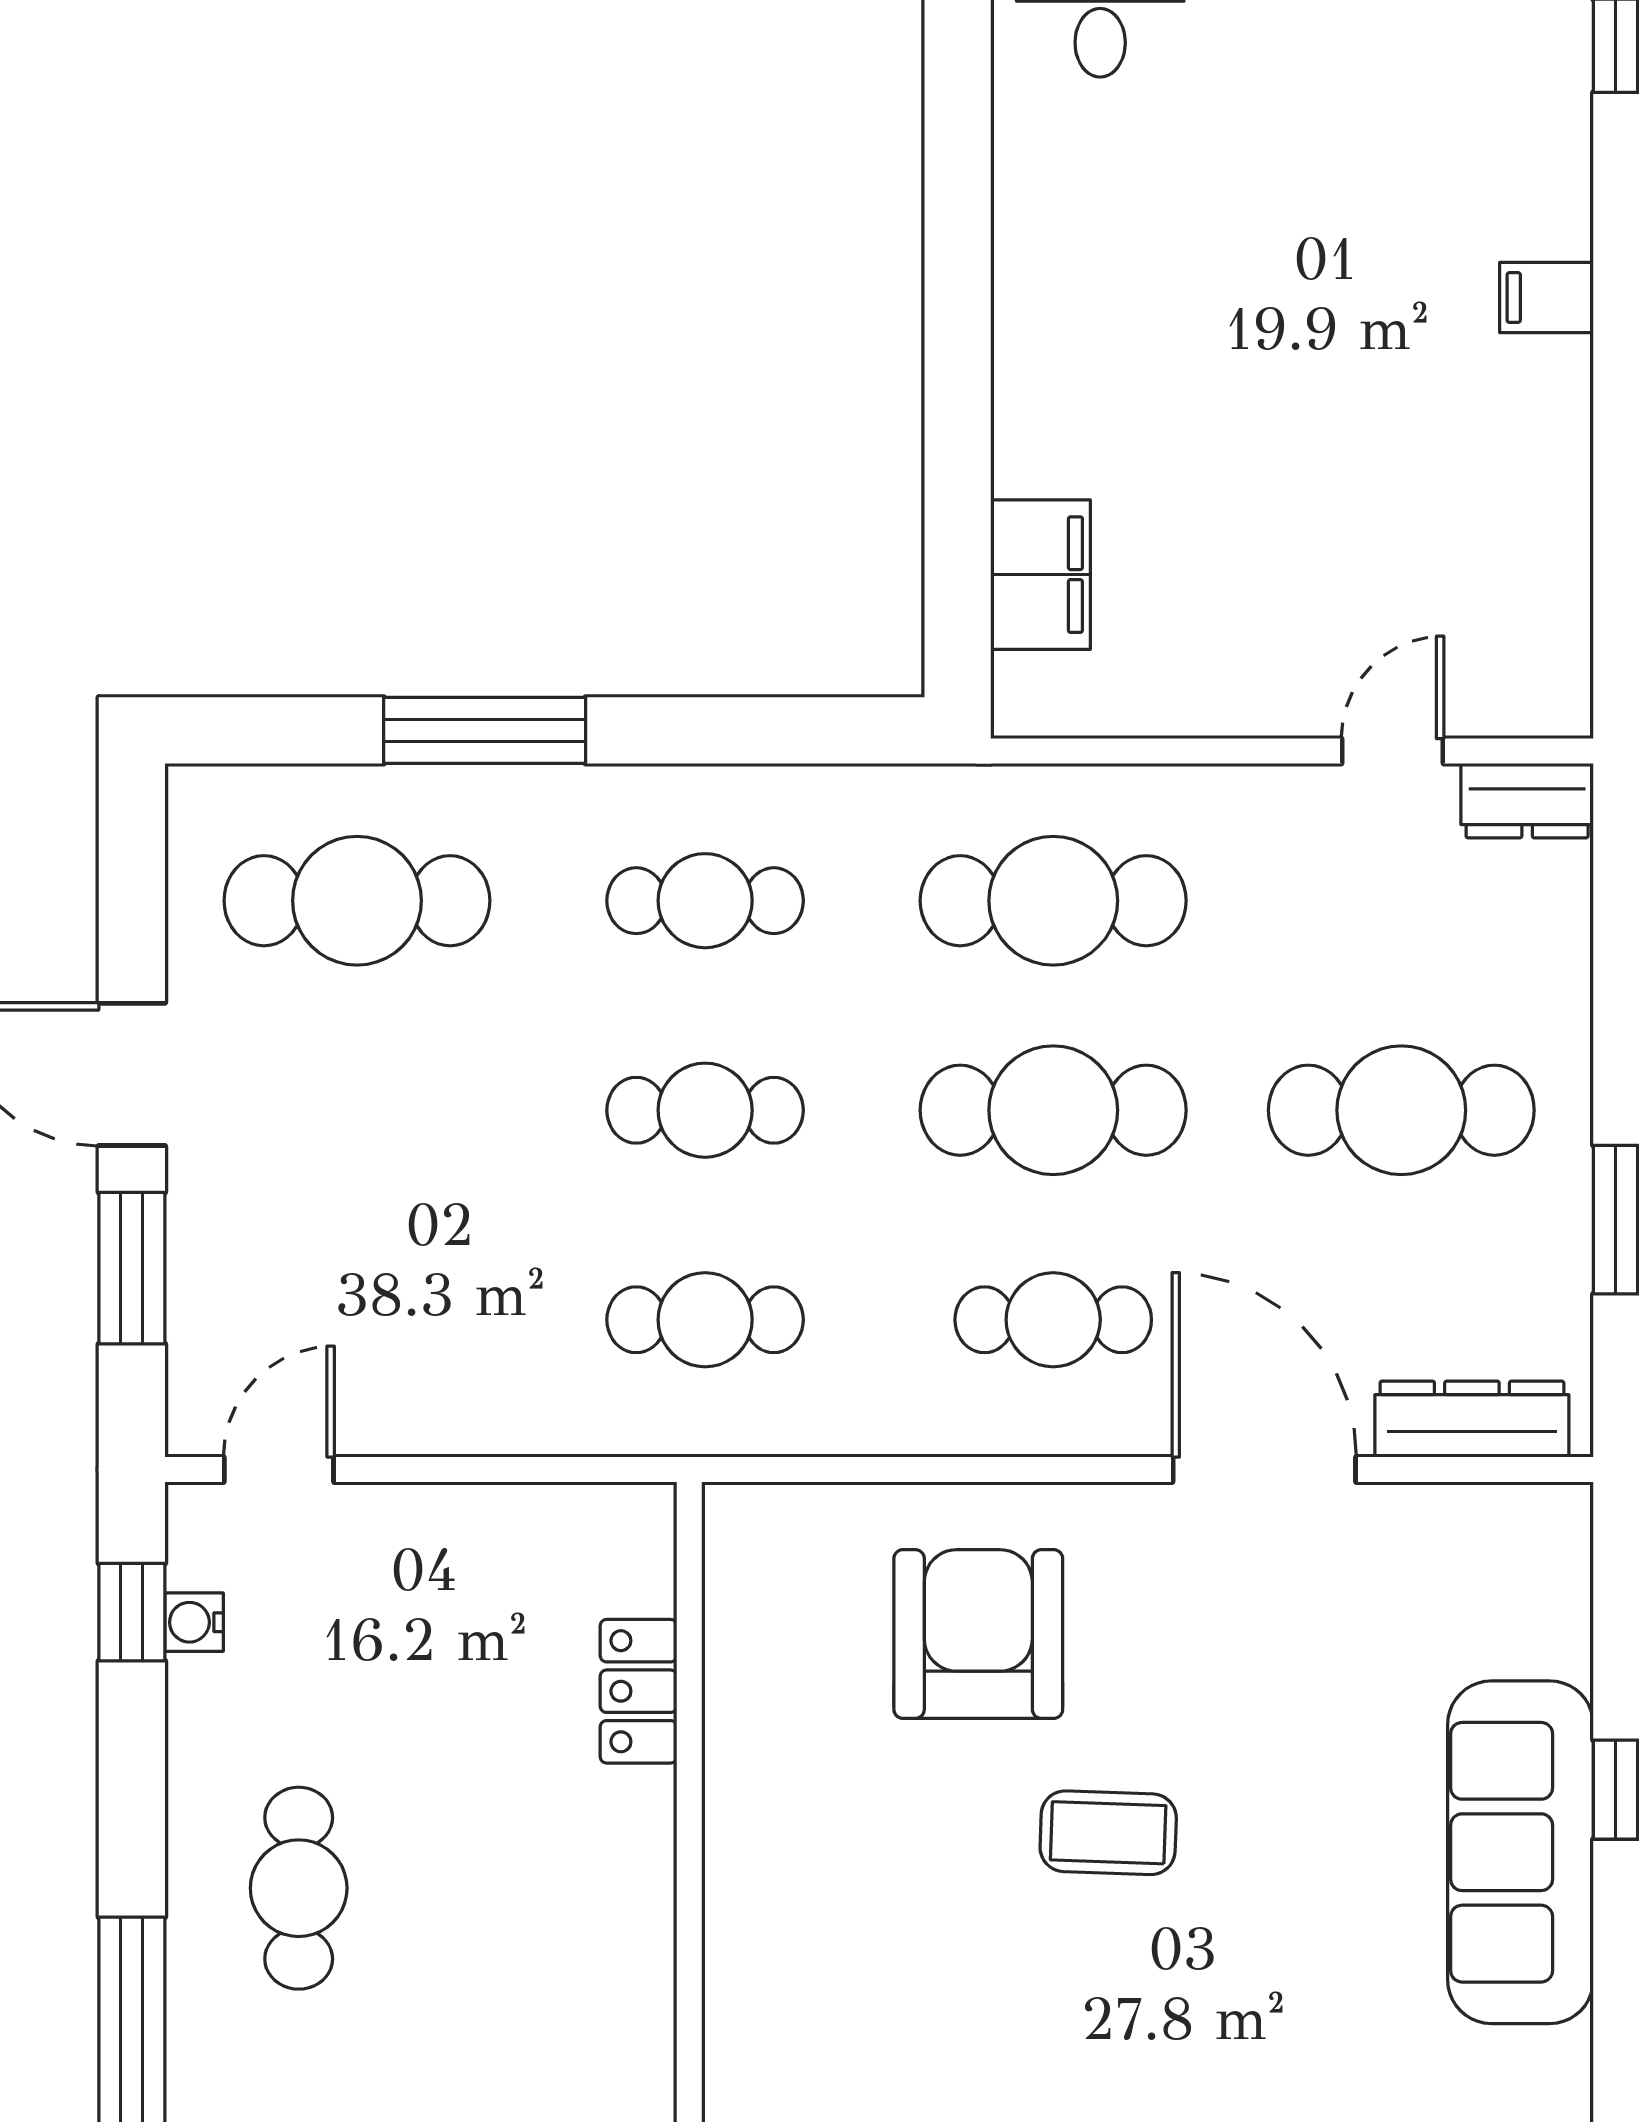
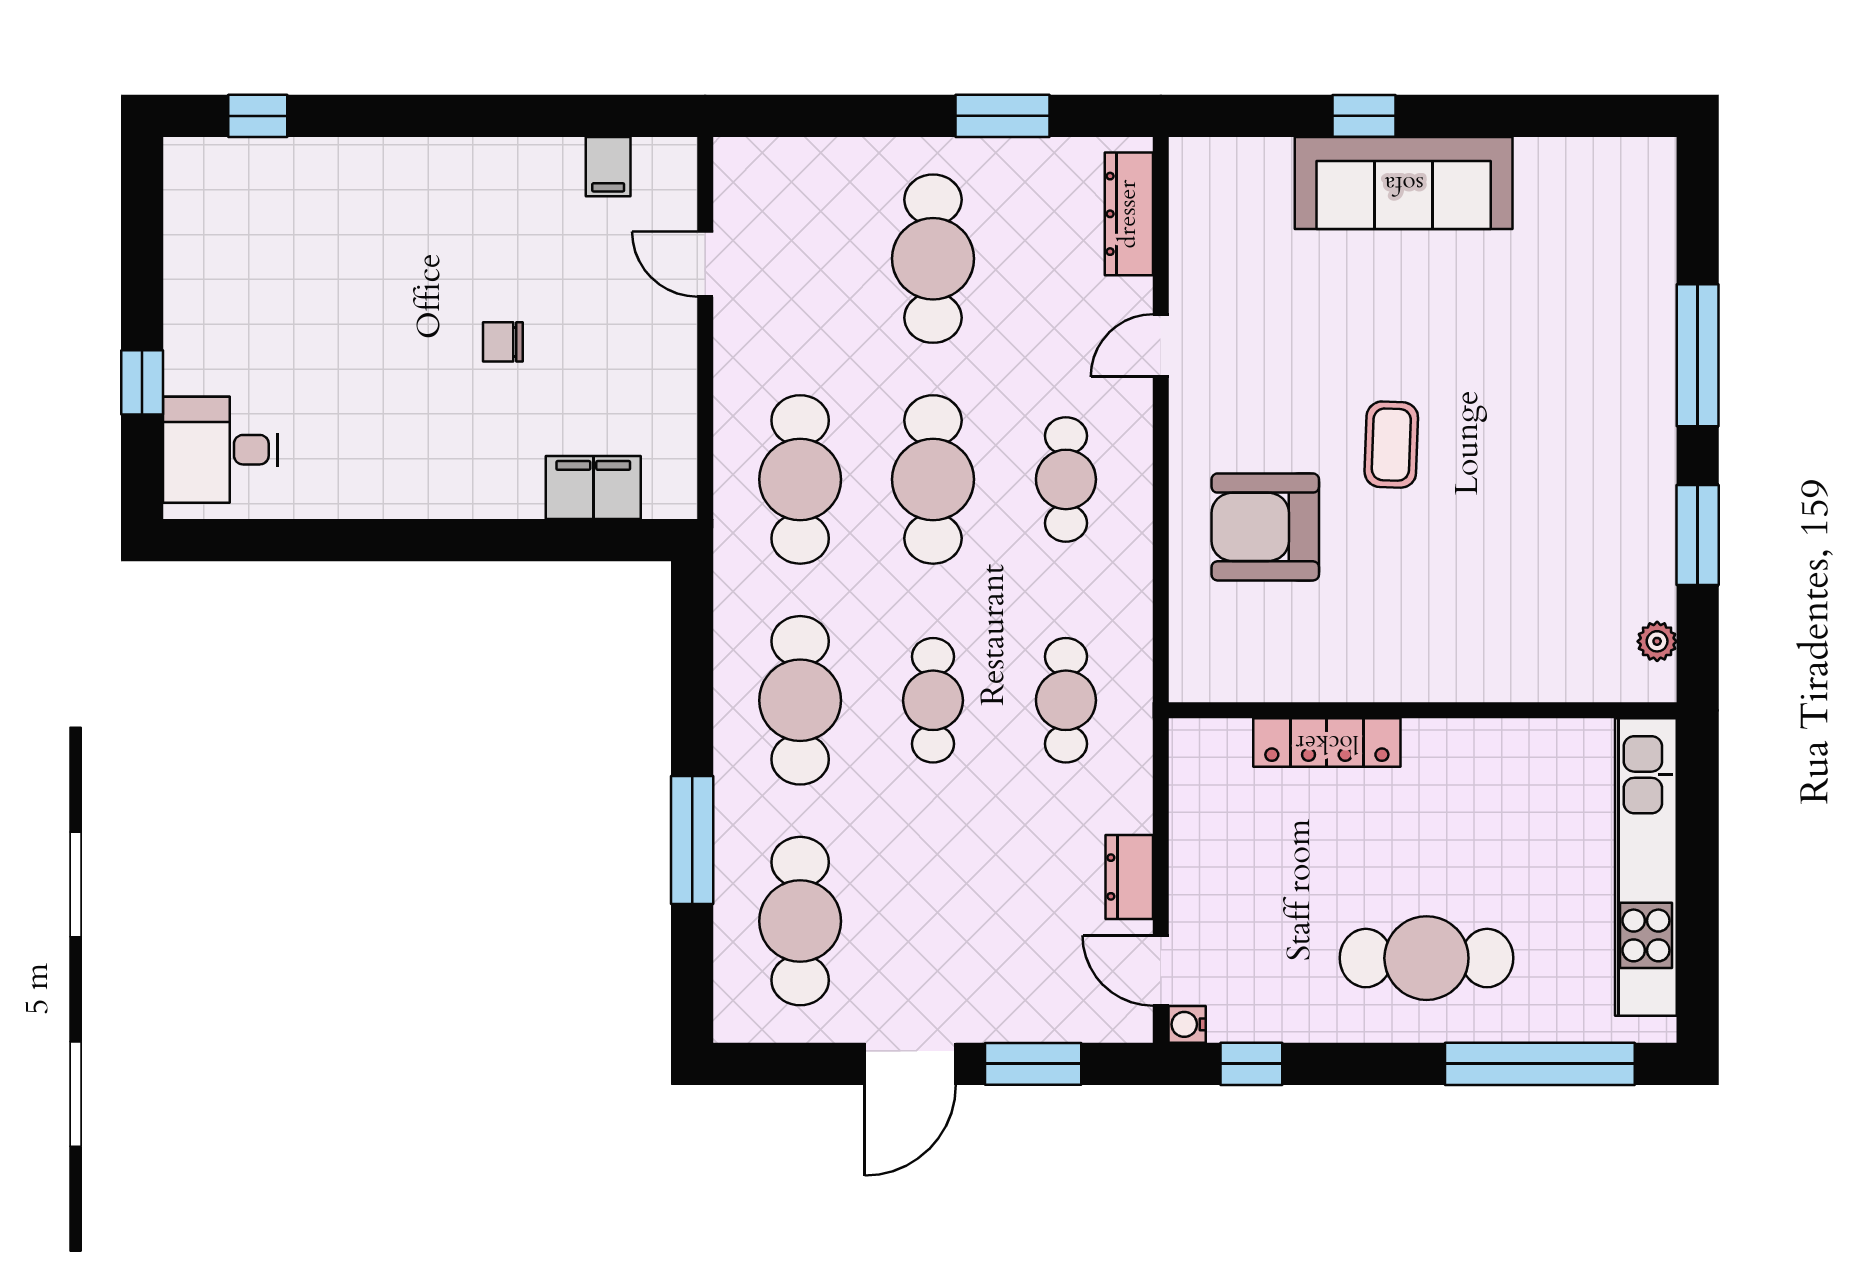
filing cabinet: (1547, 297) -> (608, 167), moved
chair: (1270, 432) -> (503, 342), added
dresser: (1527, 801) -> (1129, 877), moved, turned 180
cafe table: (705, 901) -> (800, 700), width x1.37, depth x1.35
door: (1264, 1469) -> (1161, 346), width x0.53
water cooler: (194, 1622) -> (1187, 1024), moved, turned 90
locker: (639, 1691) -> (1327, 742), width x1.53
cafe table: (299, 1888) -> (1426, 958), width x1.37, depth x1.35

